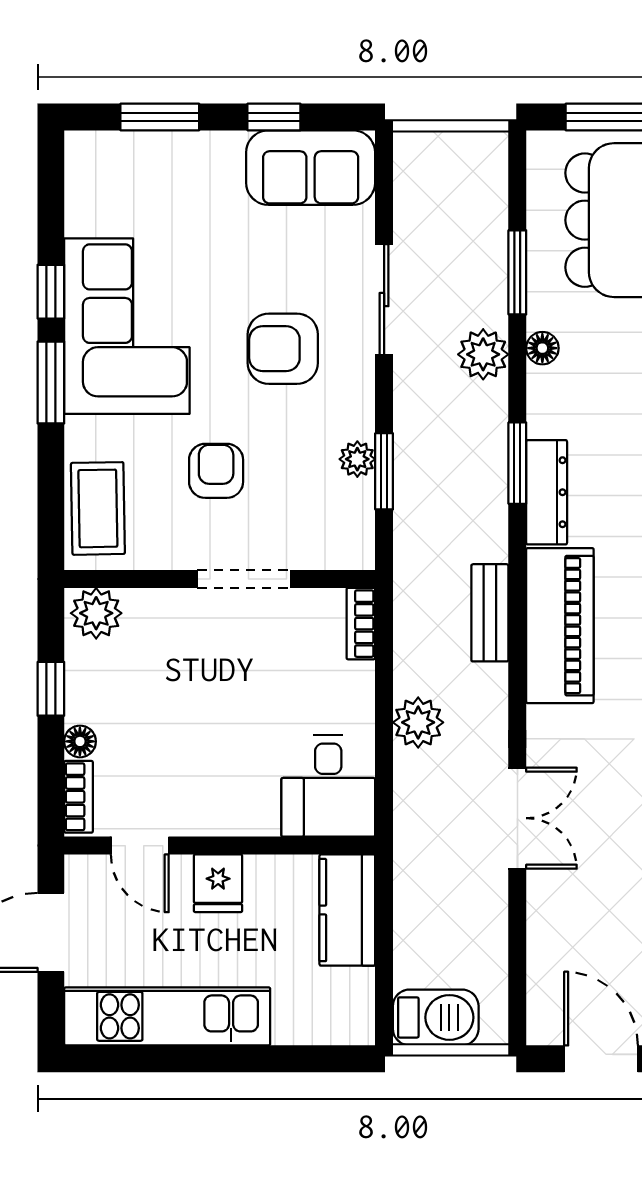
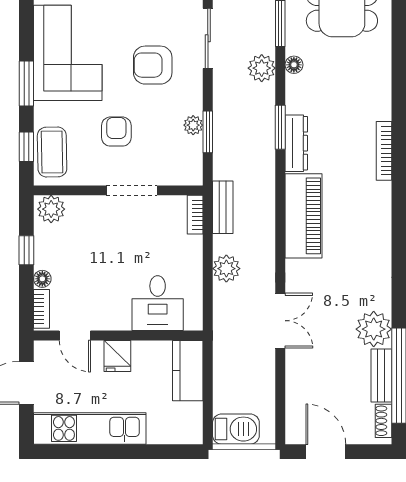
window: (51, 292) -> (26, 147), moved
bench: (490, 613) -> (223, 207), moved
desk: (328, 786) -> (158, 303), moved

